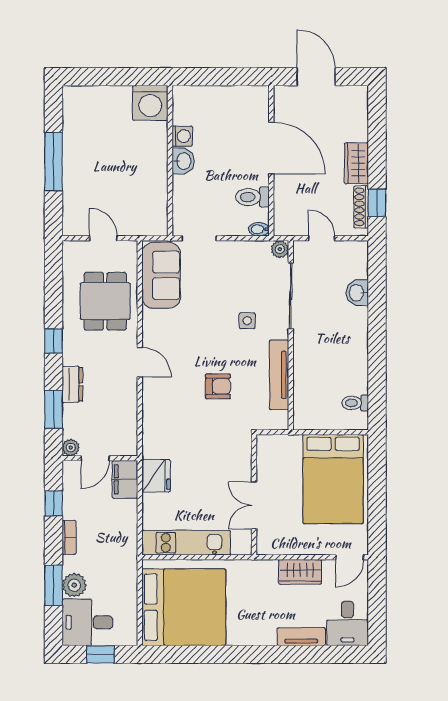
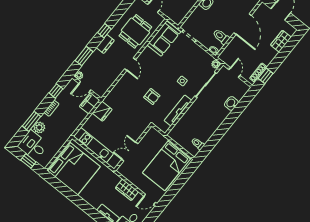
wardrobe: (356, 163) -> (281, 41), moved
dresser: (72, 384) -> (105, 44), moved

